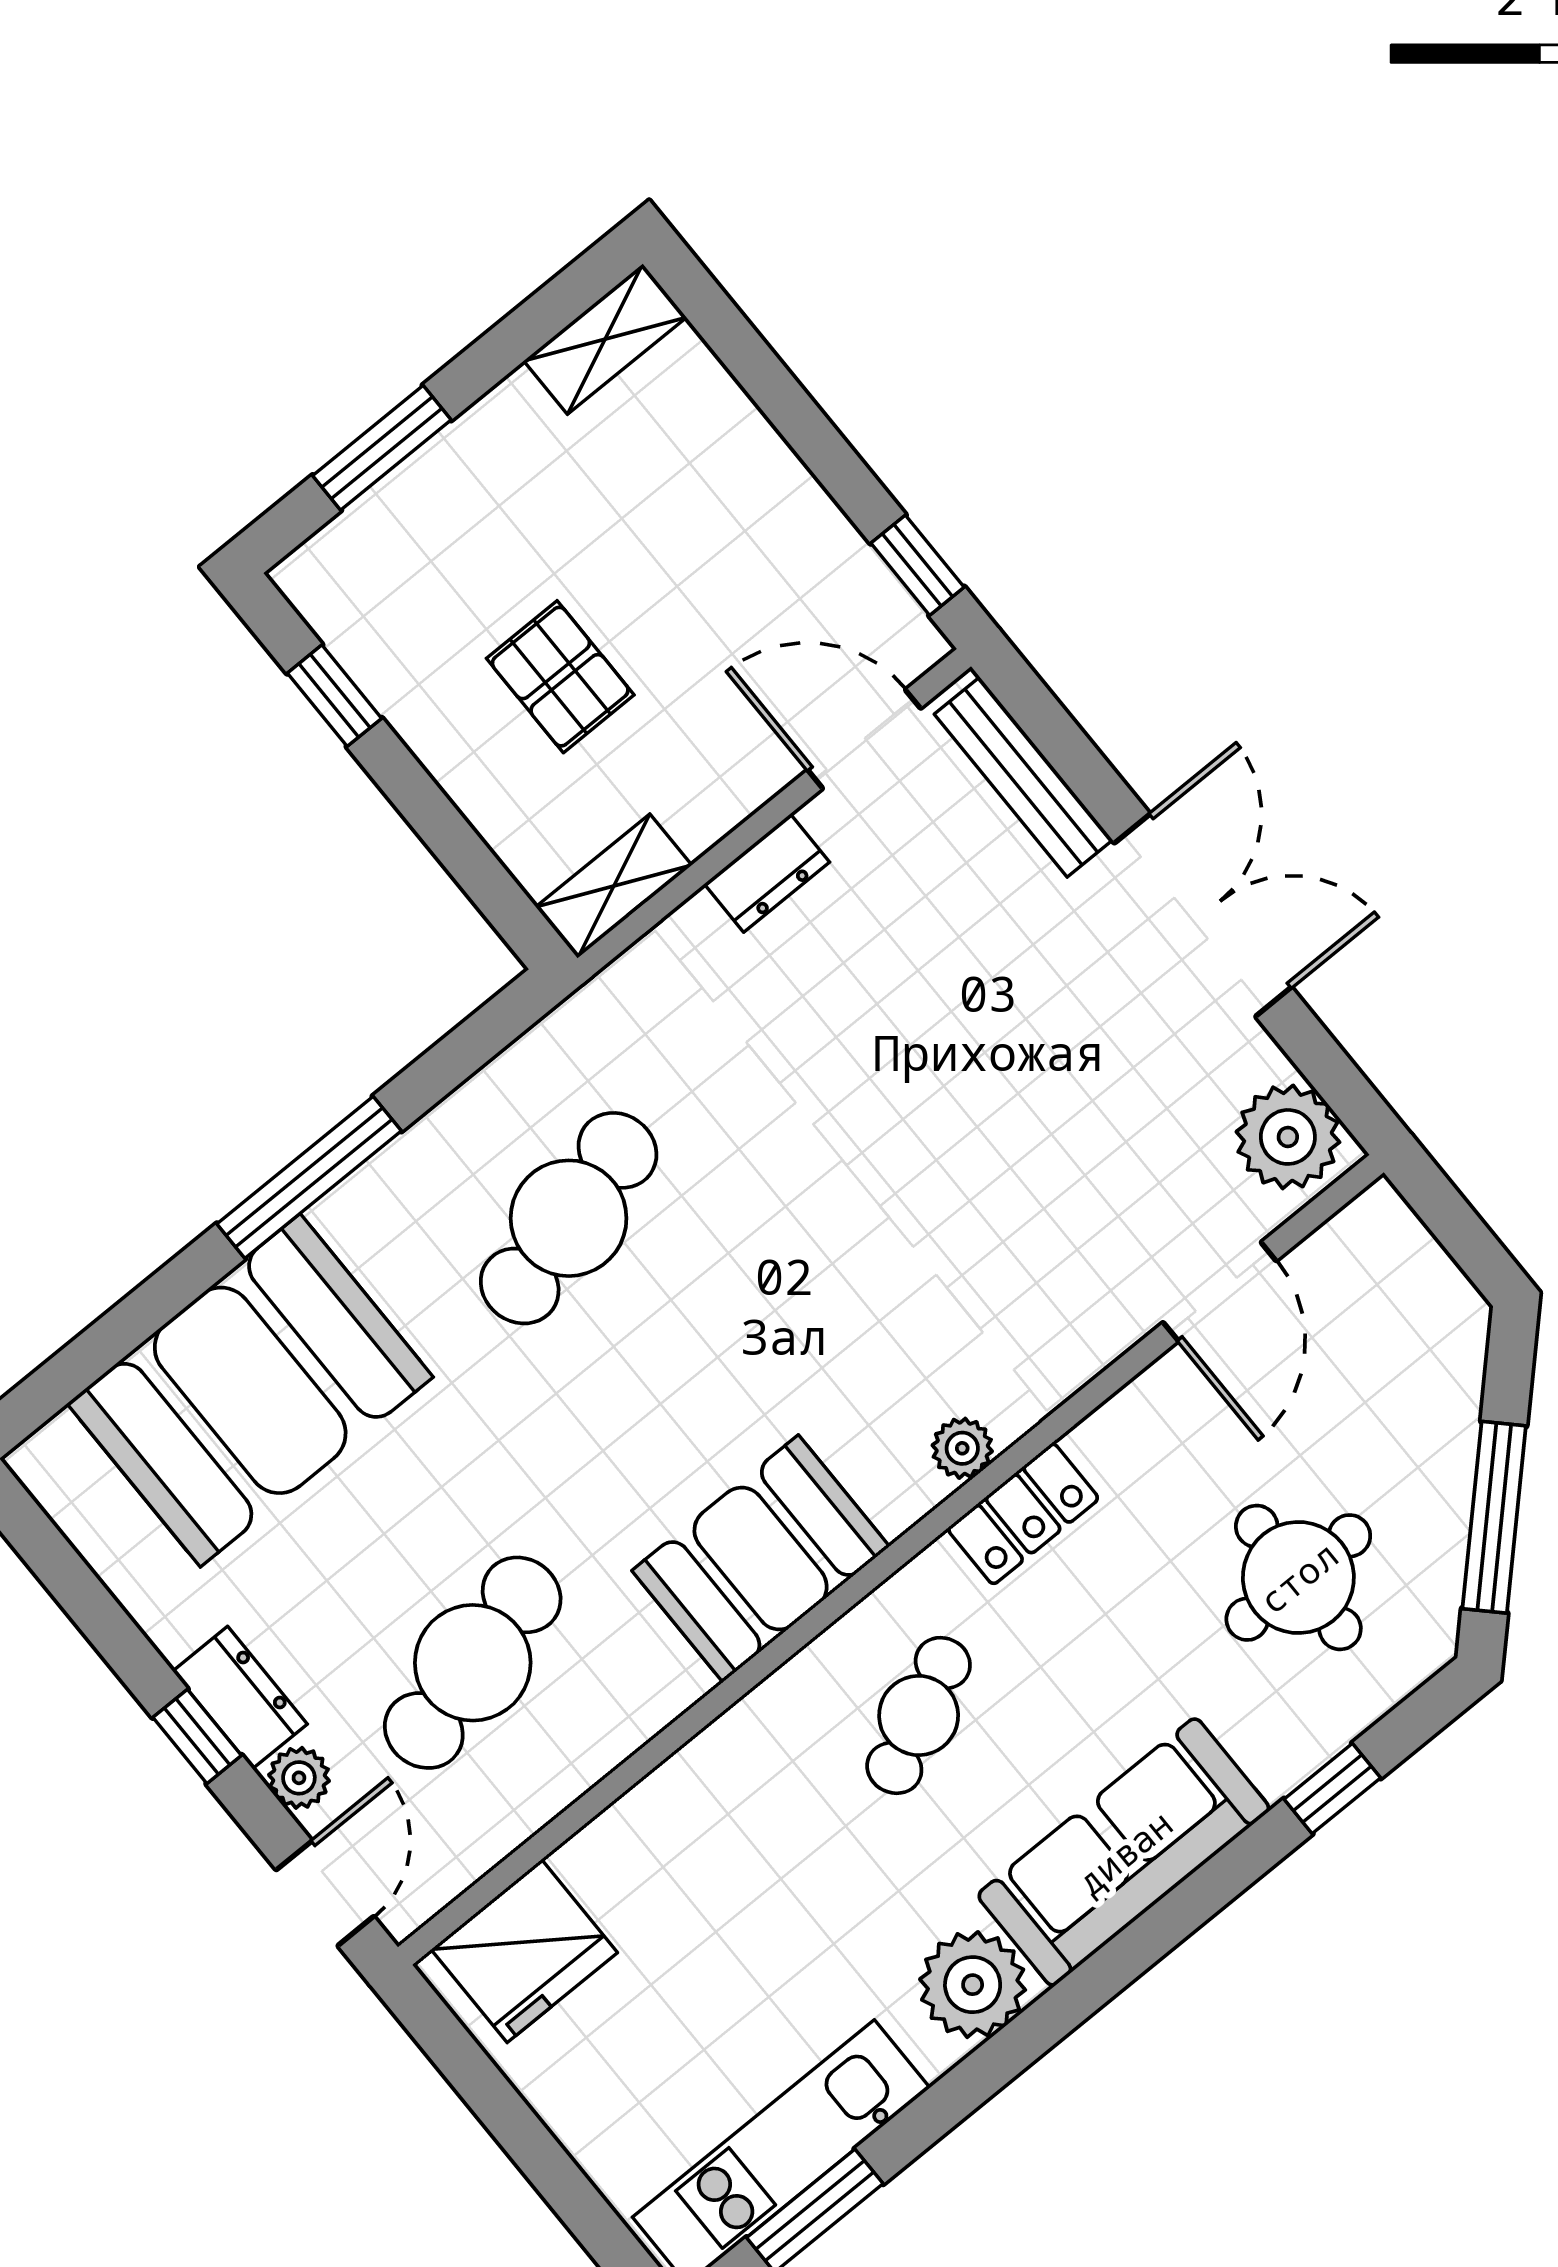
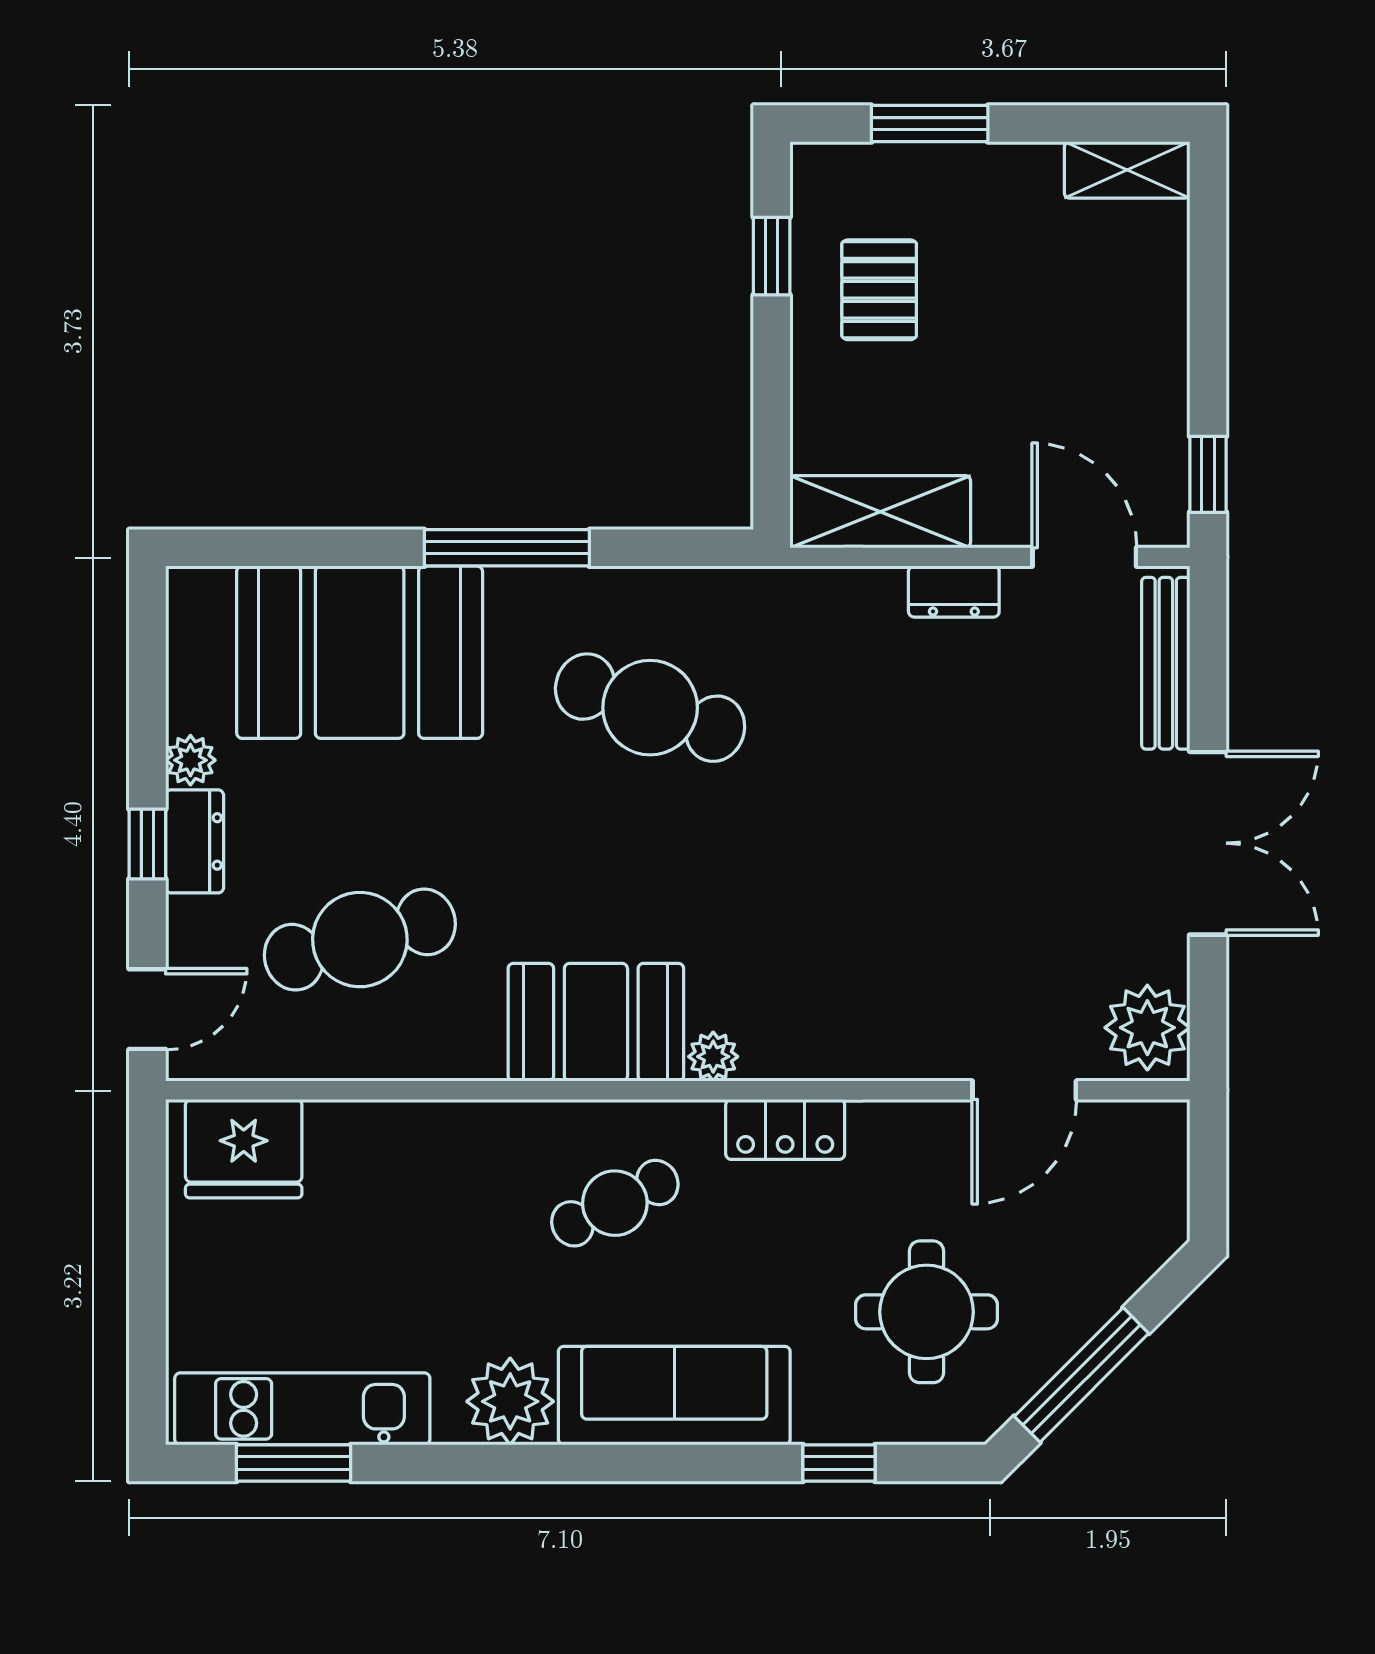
pallet: (560, 677) -> (879, 290), moved
shelving: (614, 886) -> (880, 512), width x1.50, depth x1.33
cafe table: (569, 1218) -> (650, 708), turned 33
plant: (962, 1448) -> (713, 1057), moved
plant: (299, 1778) -> (190, 760), moved

